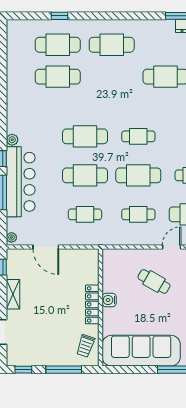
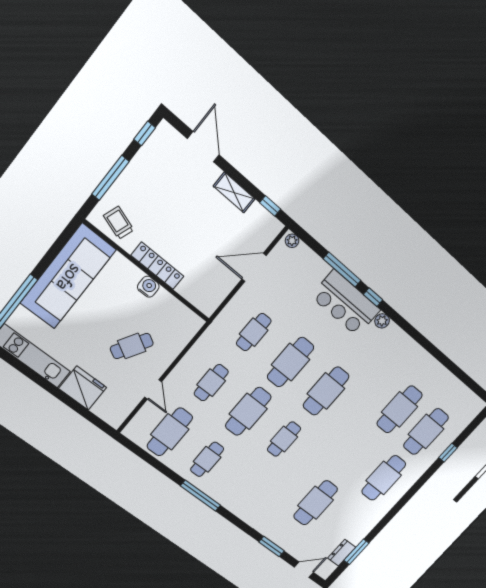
bar counter: (21, 182) -> (346, 303), width x0.73

